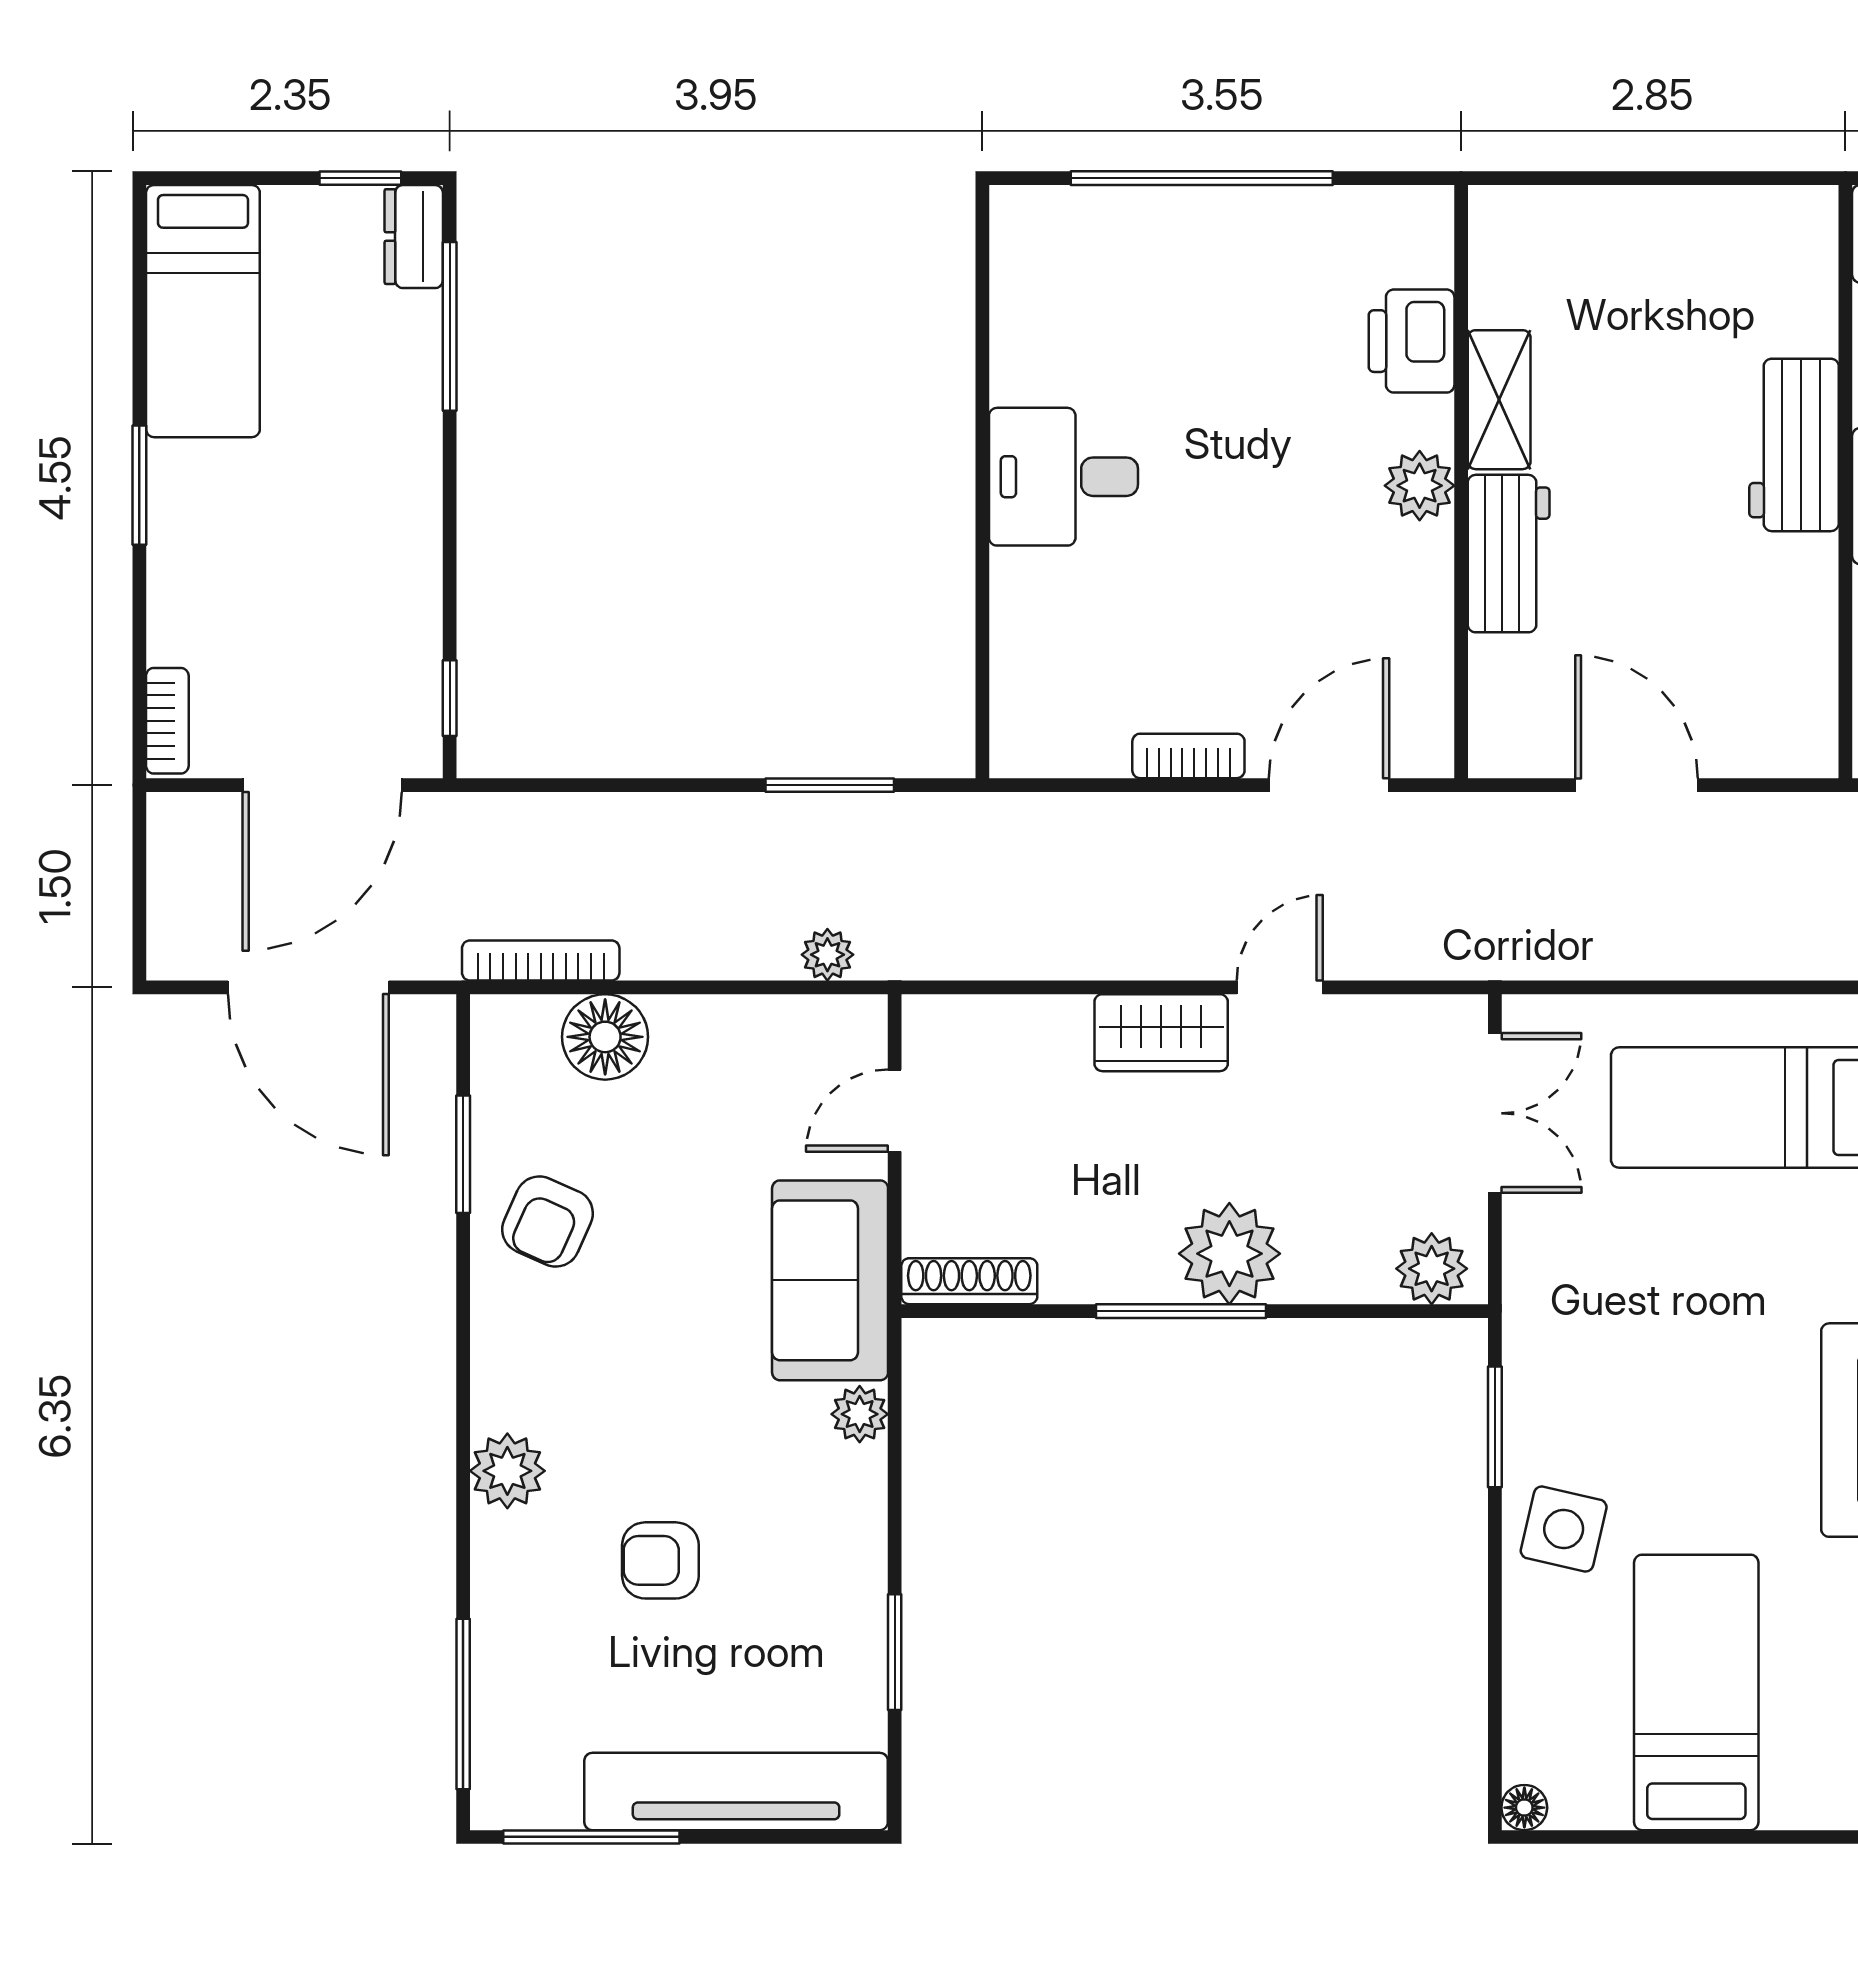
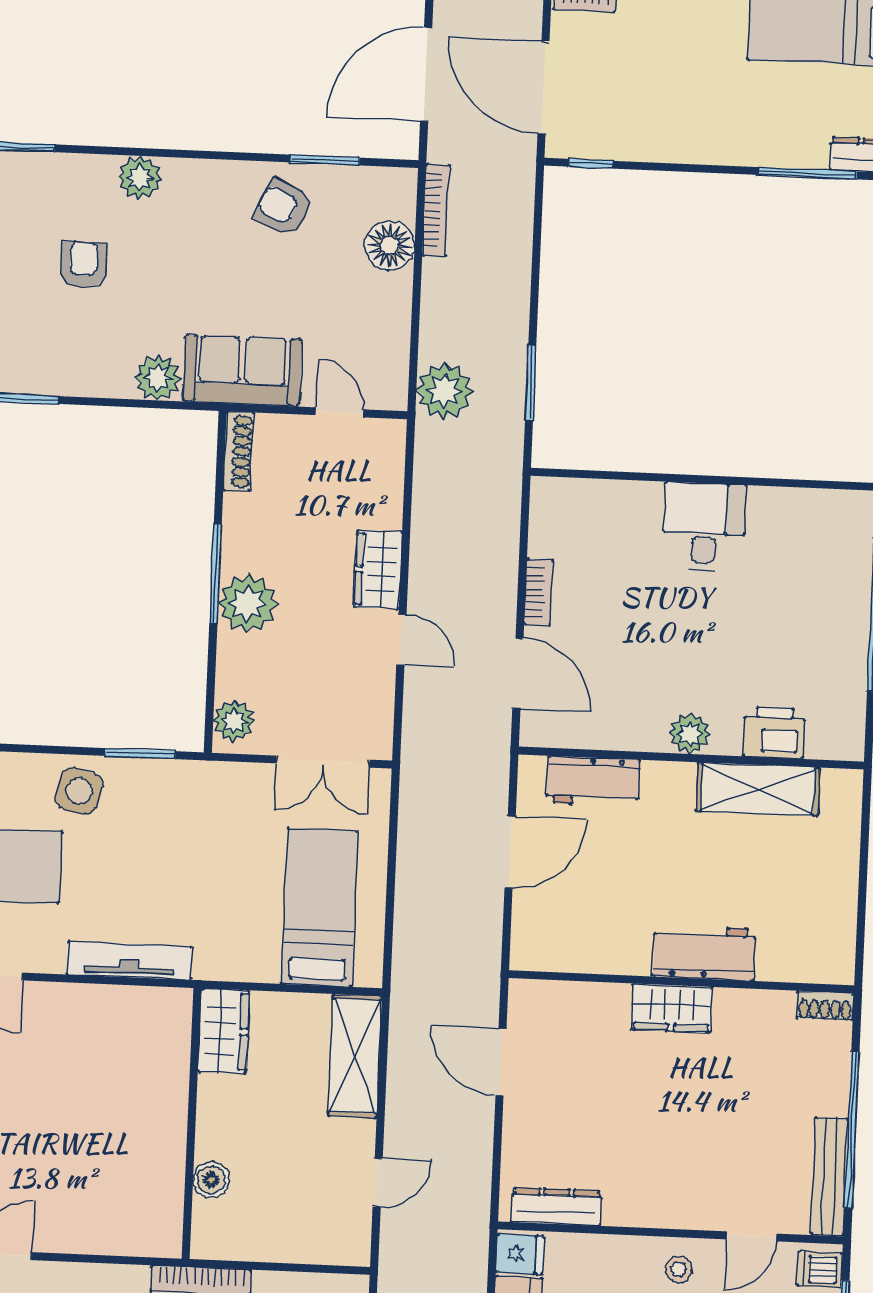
shelving: (1499, 400) -> (758, 789), width x1.50, depth x1.33
workbench: (1509, 554) -> (593, 781), moved
plant: (827, 955) -> (445, 391), width x1.88, depth x1.88
plant: (860, 1414) -> (158, 378), width x1.38, depth x1.38

